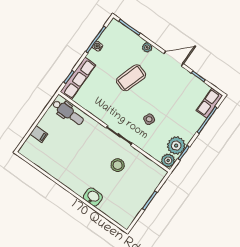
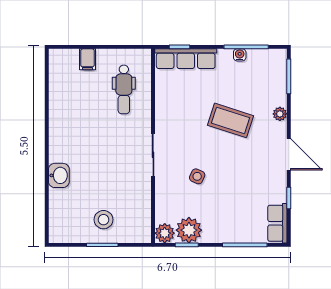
row of seats: (209, 103) -> (277, 223), moved, turned -90
dental chair: (68, 113) -> (124, 89), moved
stool: (118, 165) -> (103, 220), moved

